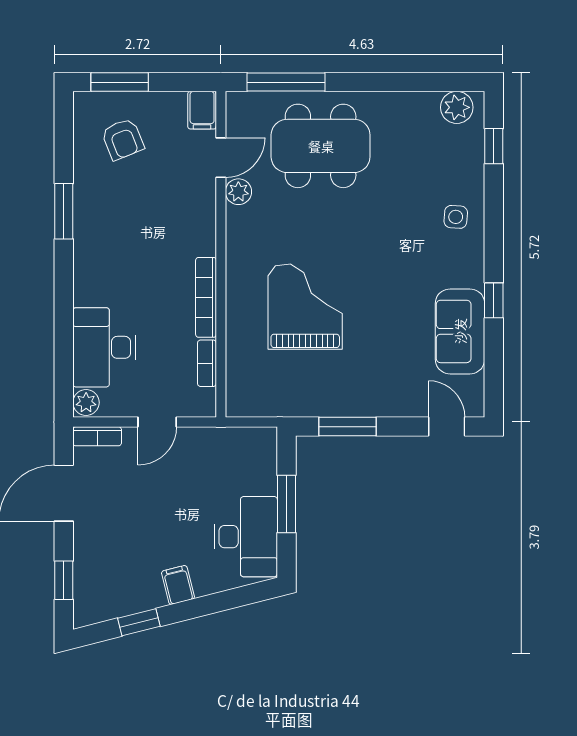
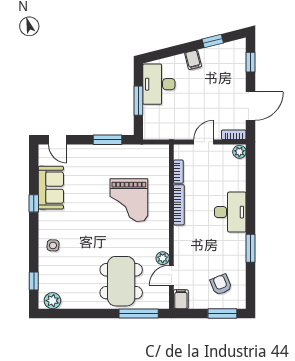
dining table: (321, 146) -> (121, 281), turned 90
desk: (104, 347) -> (230, 212), moved

